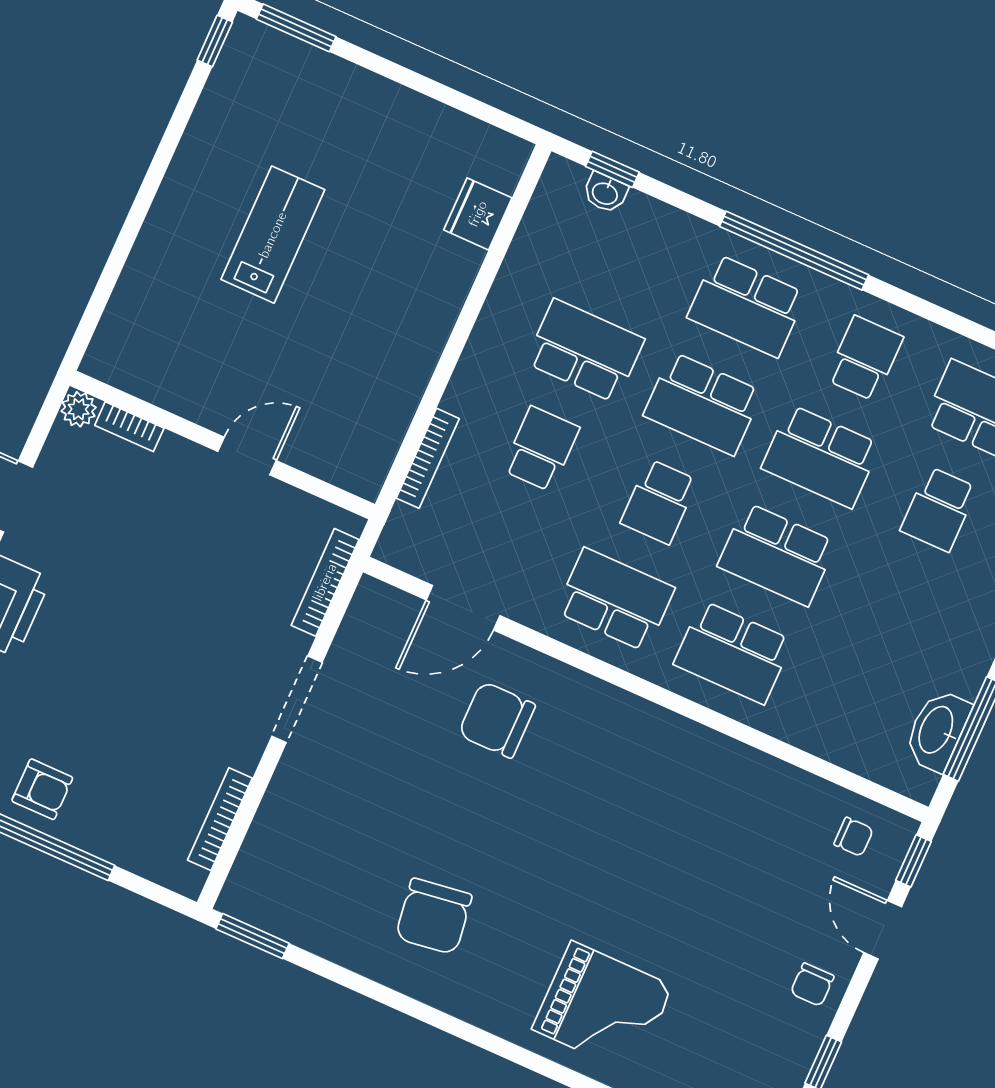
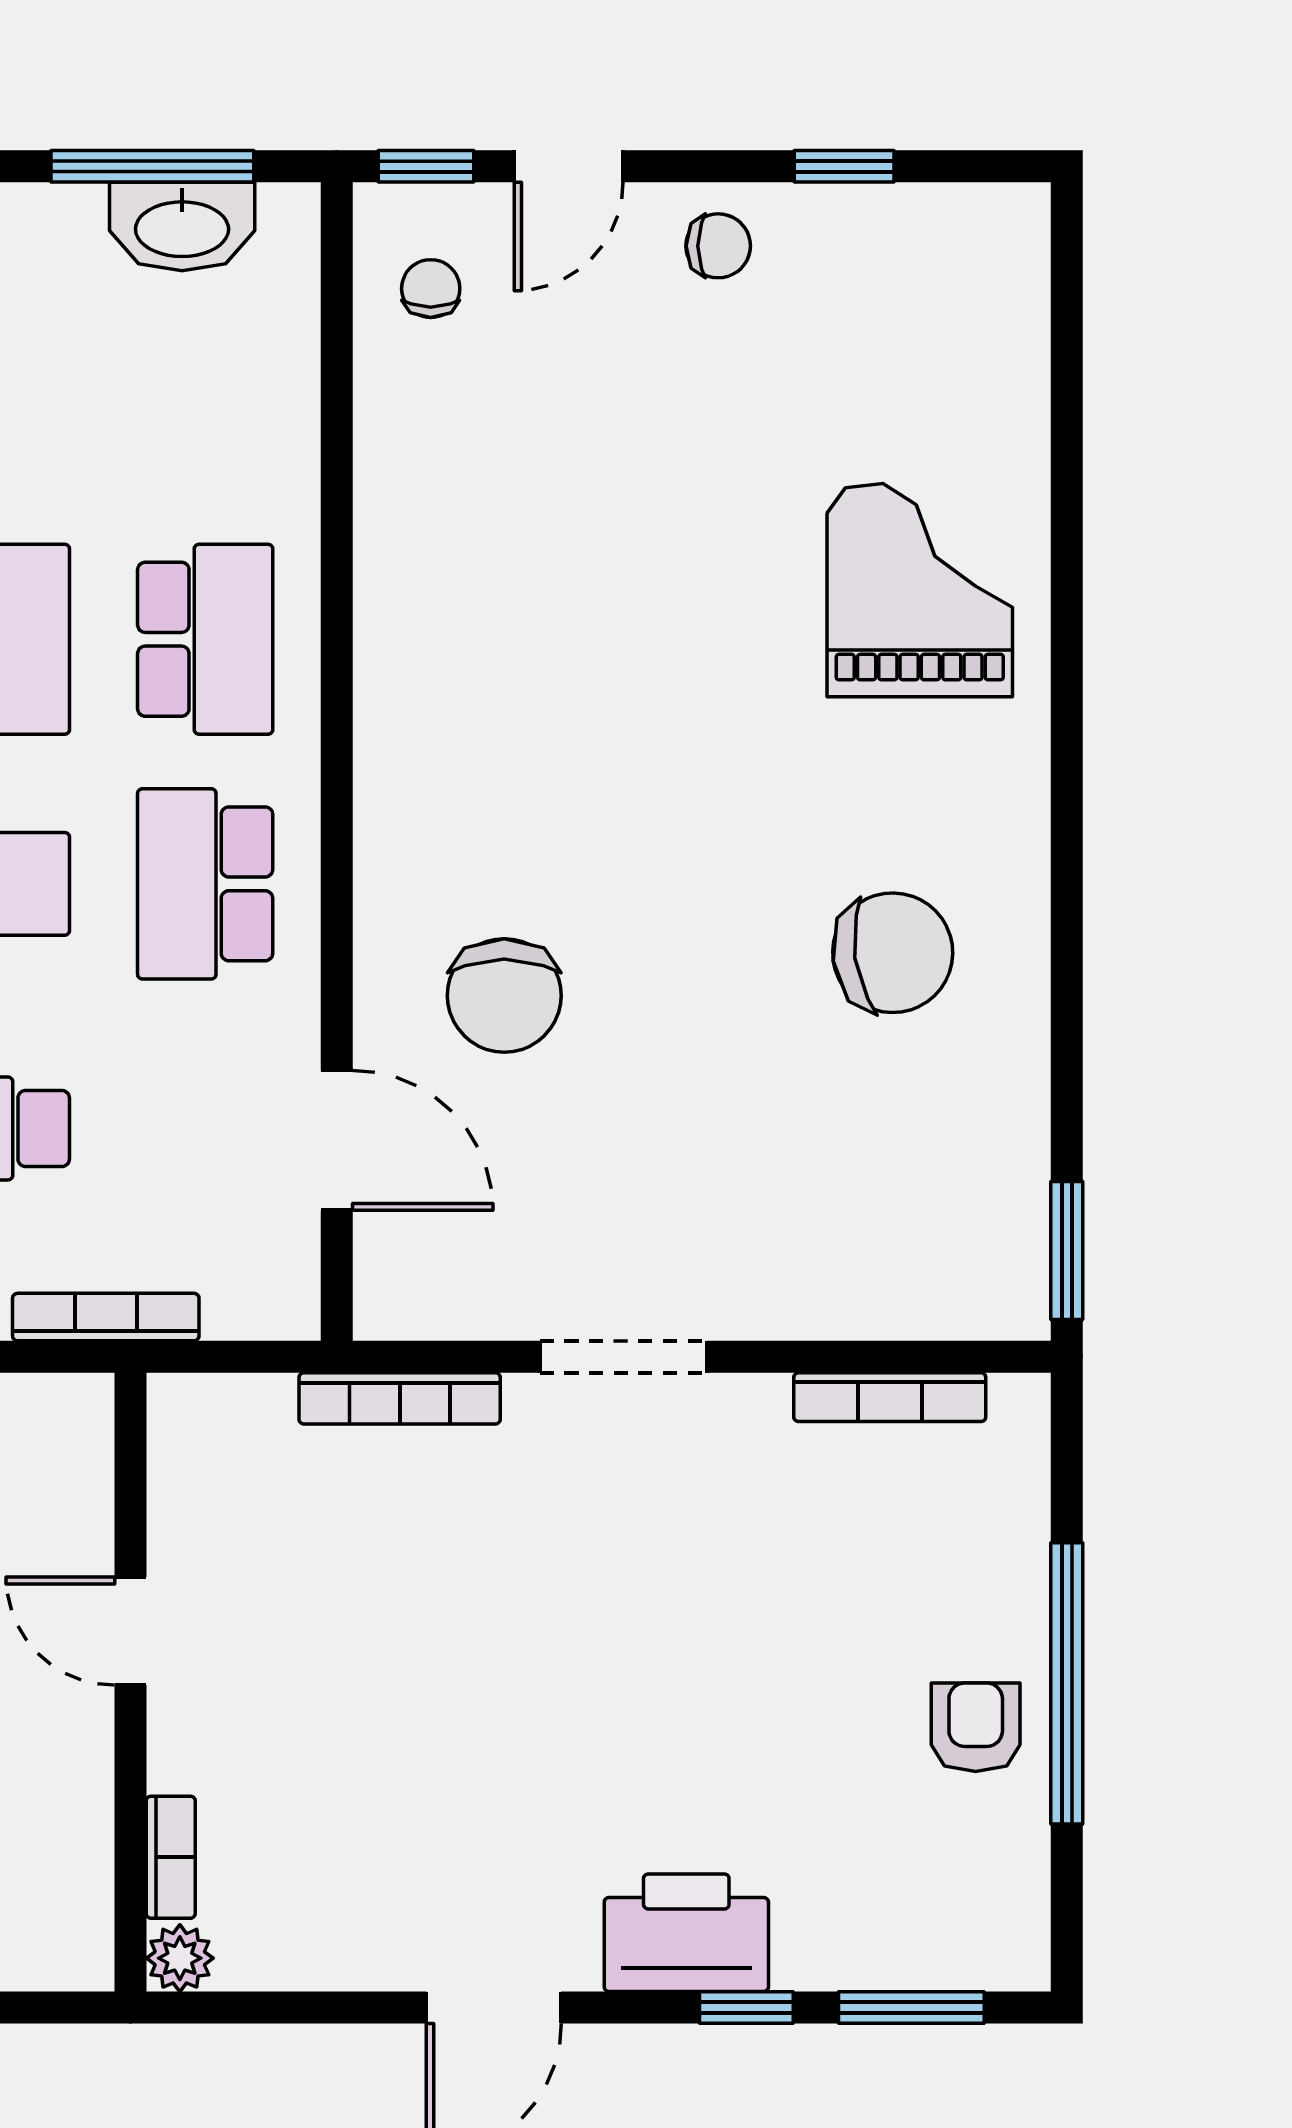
plant: (79, 409) -> (180, 1958), moved
bookcase: (129, 427) -> (171, 1857), moved
wall: (222, 445) -> (130, 1682), moved
door: (247, 456) -> (130, 1631), moved

